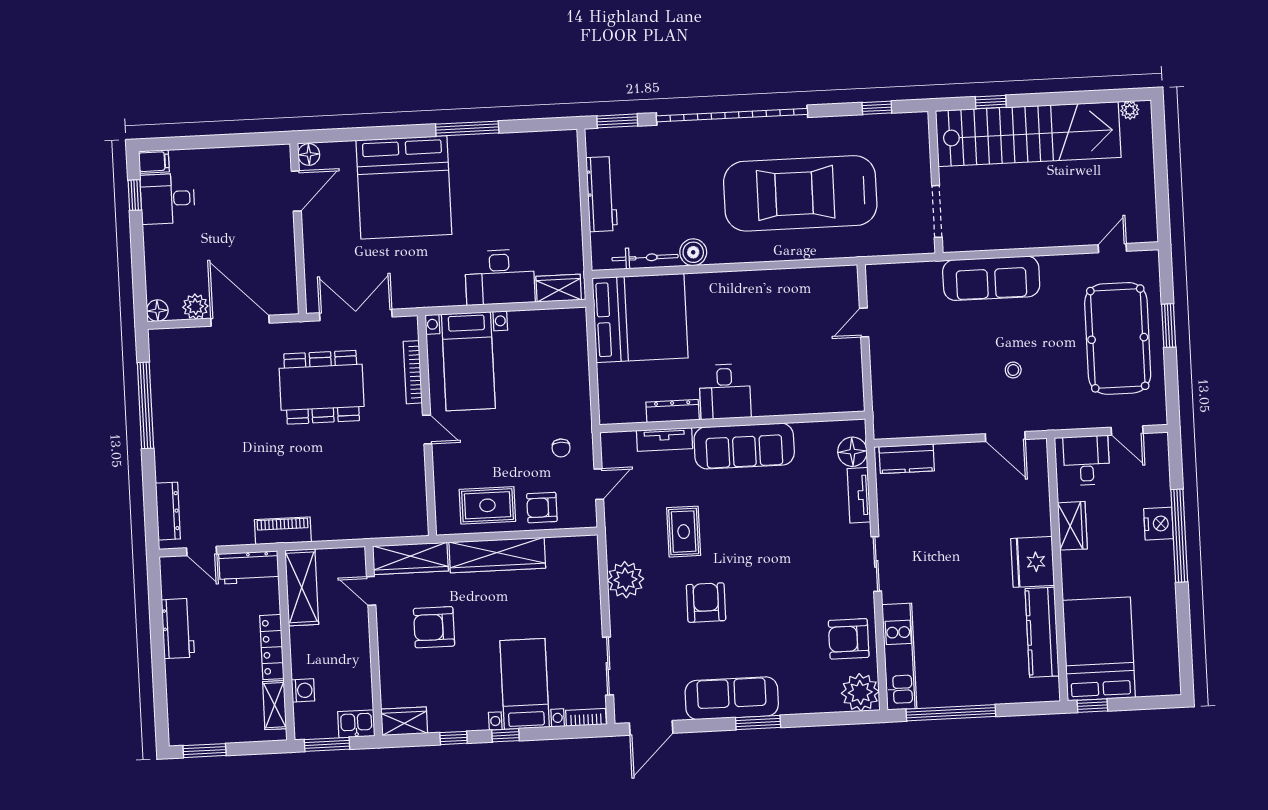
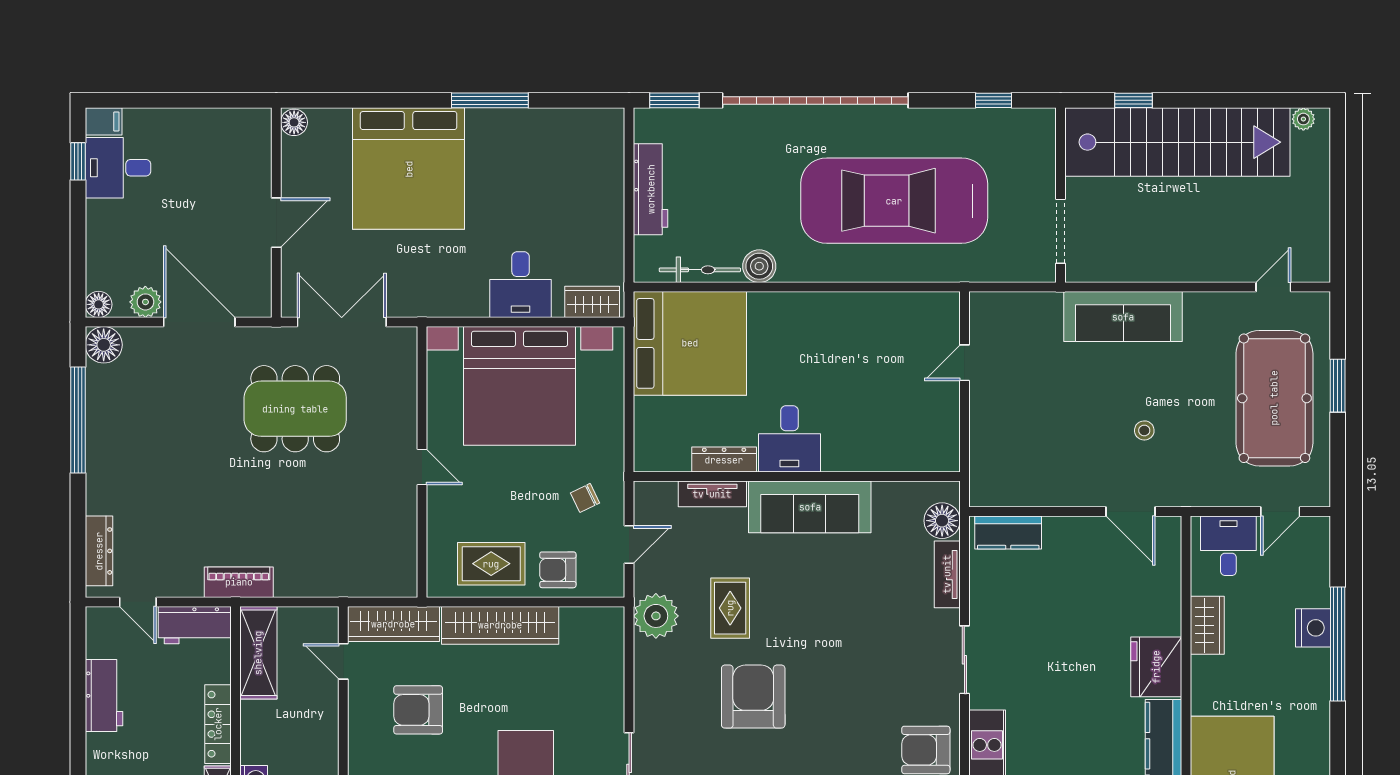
door: (296, 191) -> (276, 223), moved
desk: (500, 277) -> (521, 285), width x0.73
floor lamp: (163, 343) -> (104, 345), added
bed with nightstands: (468, 361) -> (520, 386), width x1.85
bookcase: (413, 372) -> (408, 396), removed
door: (1127, 430) -> (1280, 512), hinge flipped
chair: (561, 448) -> (585, 498), turned 64
plant: (626, 580) -> (656, 616), moved
armchair: (706, 603) -> (753, 697), width x1.36, depth x1.36

